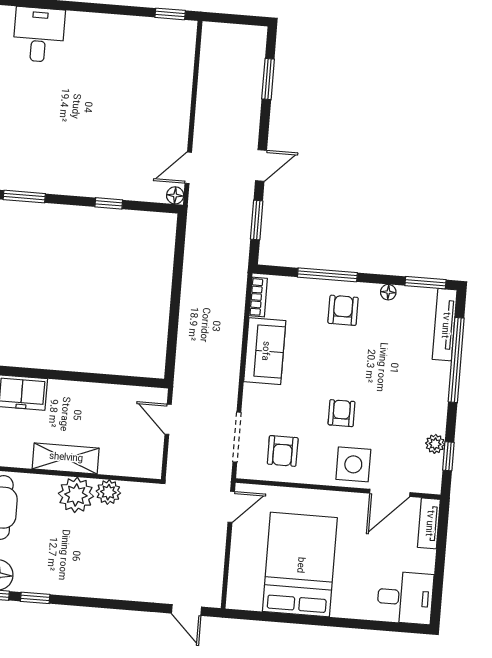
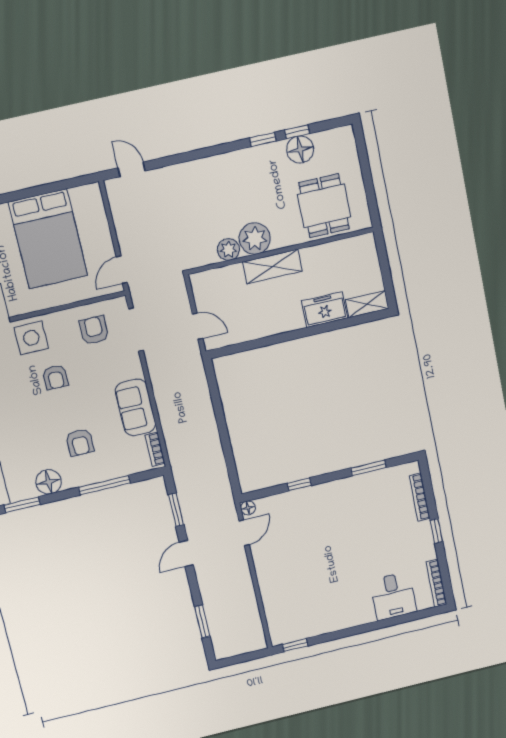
floor lamp: (388, 292) -> (49, 482), width x1.89, depth x1.89
armchair: (343, 310) -> (80, 442), moved

